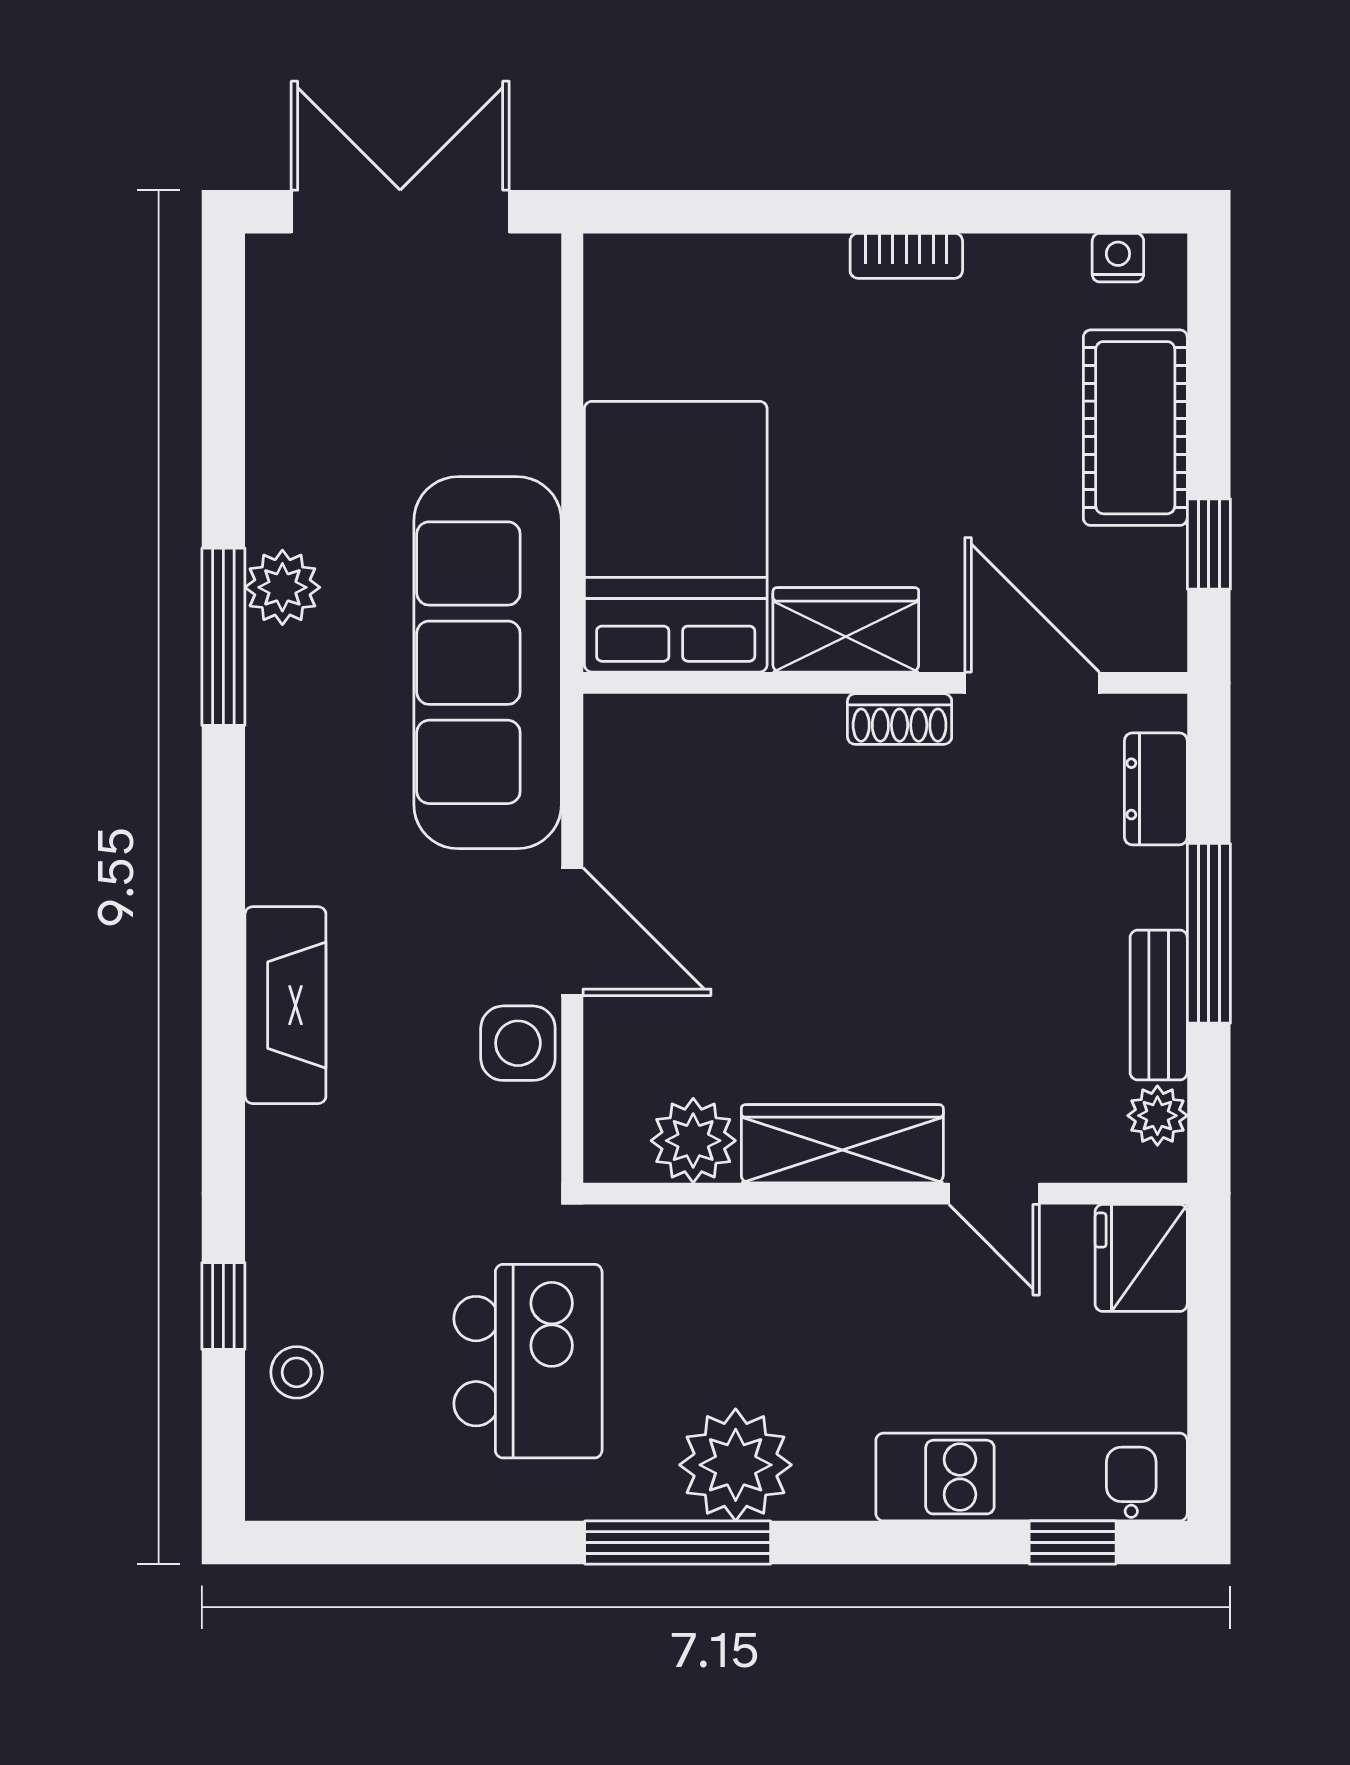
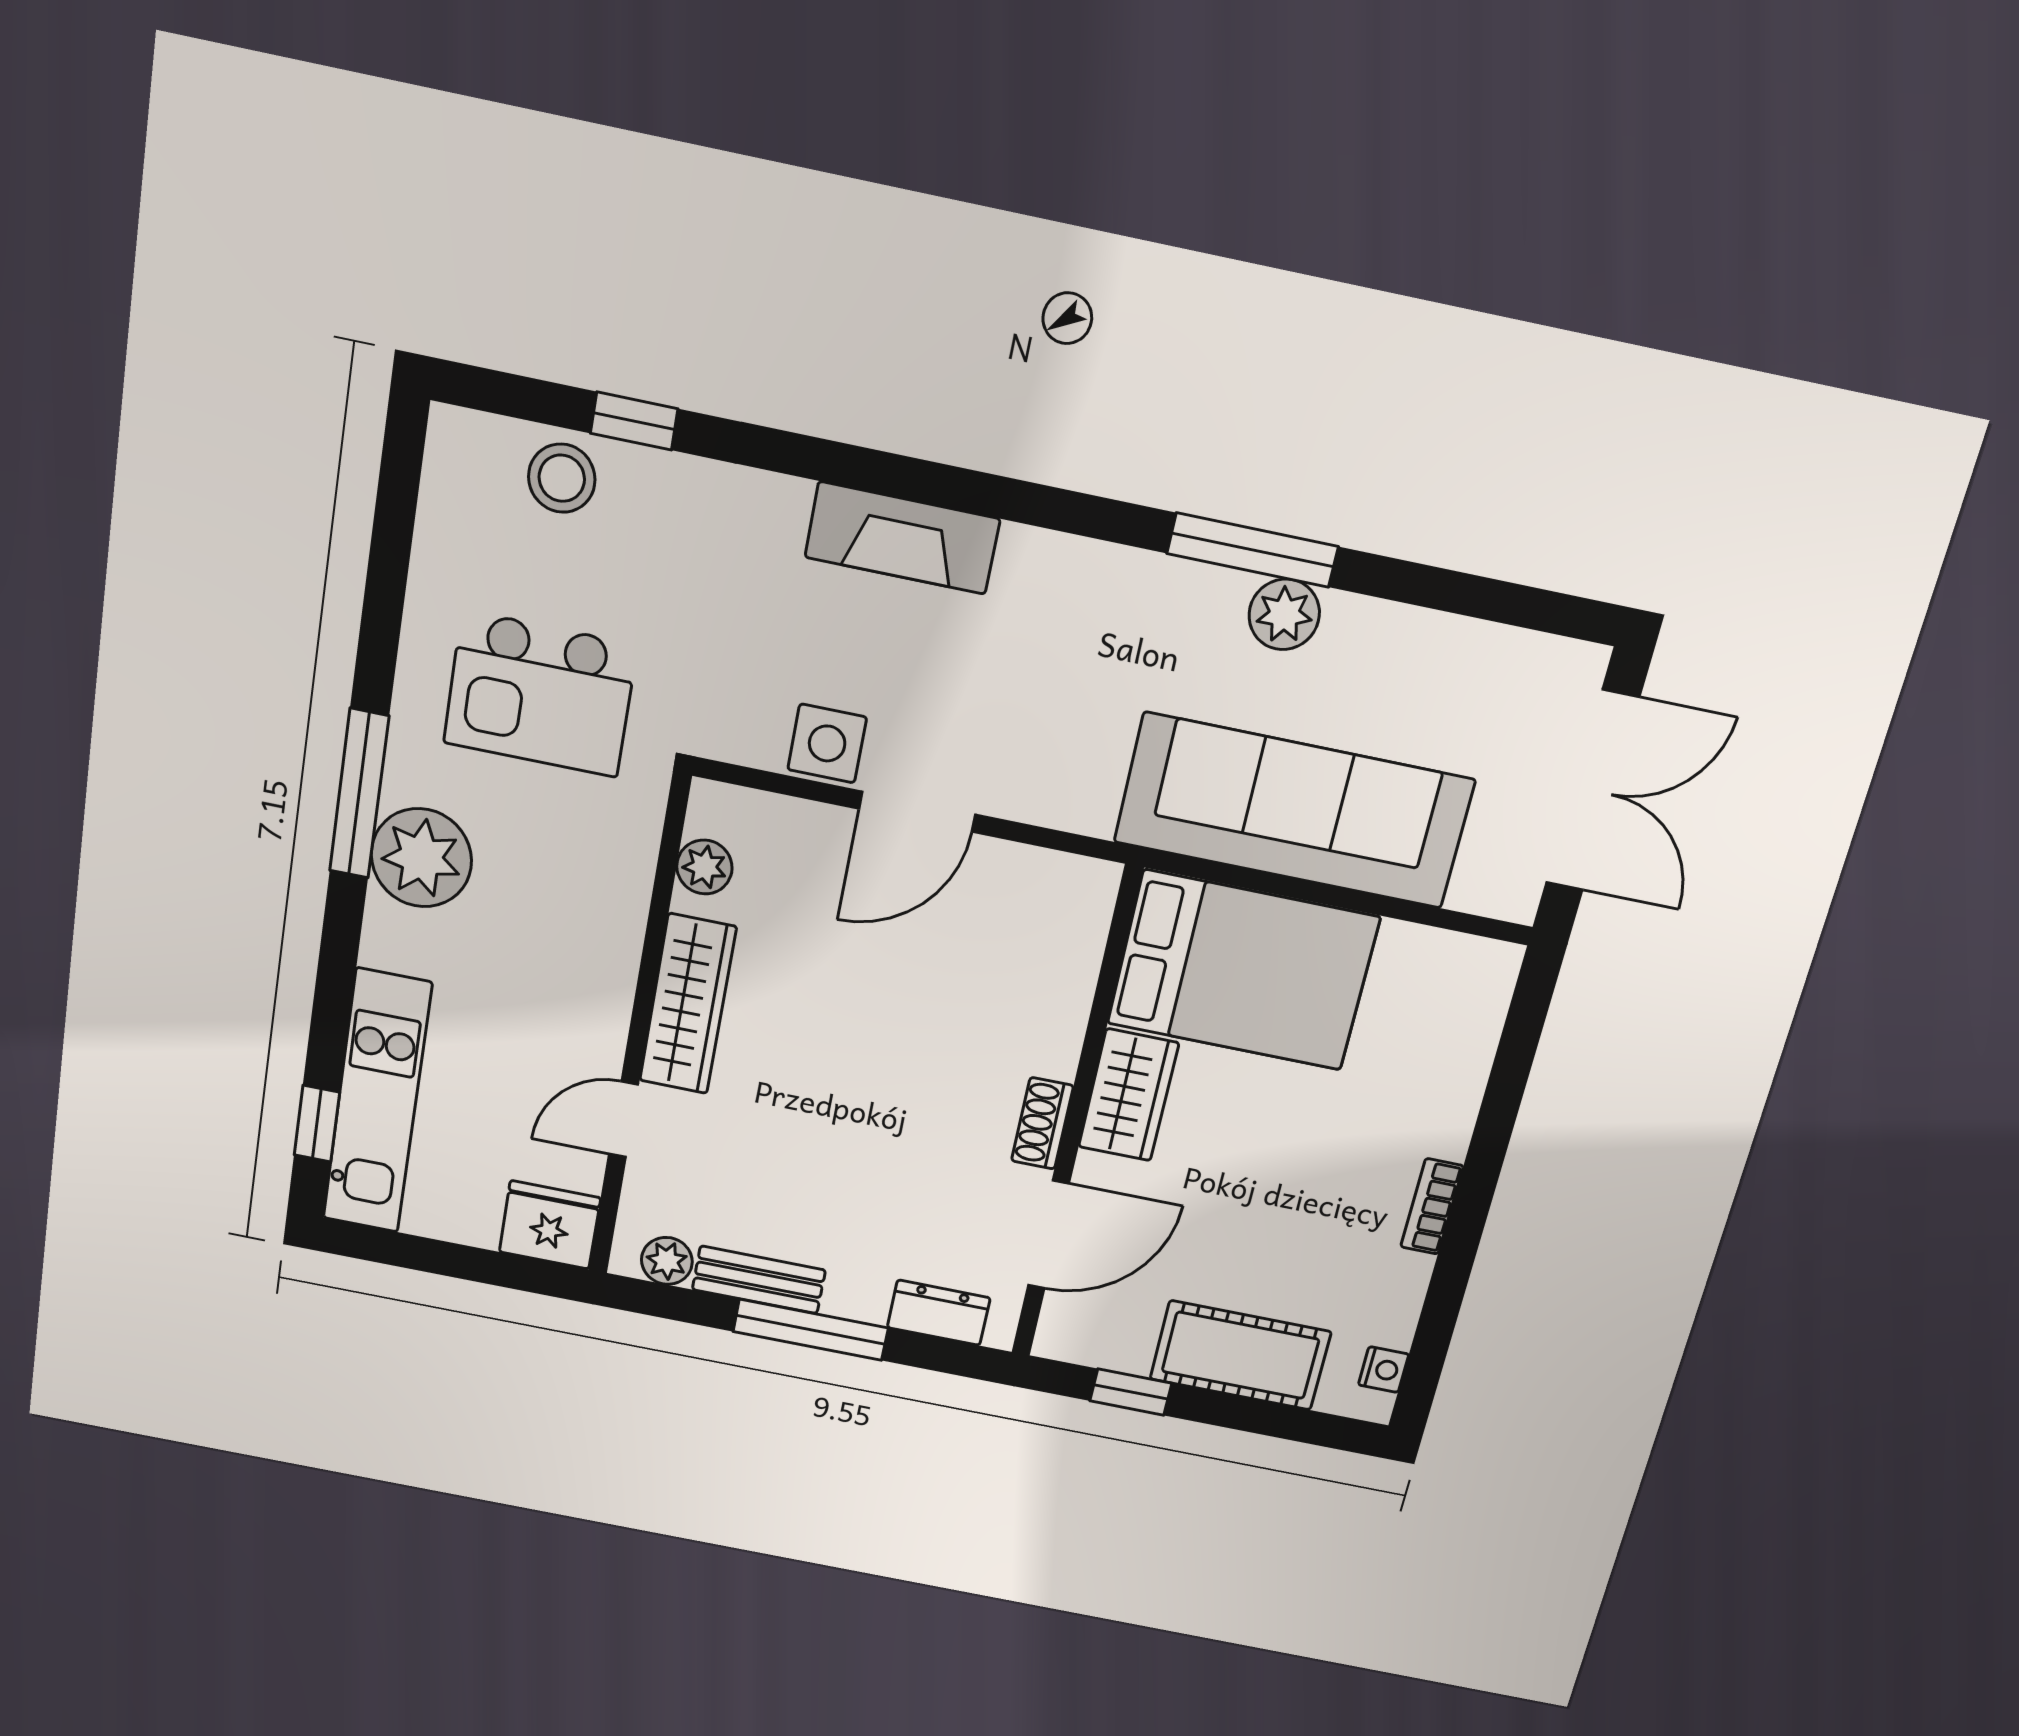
sofa: (488, 663) -> (1294, 811), moved
plant: (693, 1141) -> (704, 867), width x0.73, depth x0.73
stool: (297, 1372) -> (562, 478), width x1.37, depth x1.37

